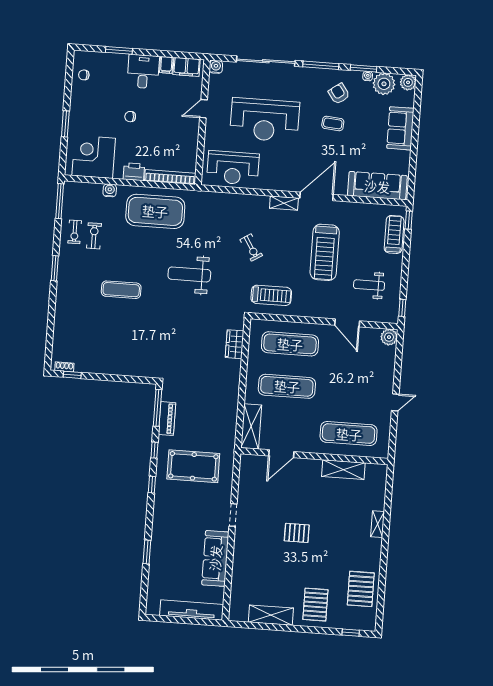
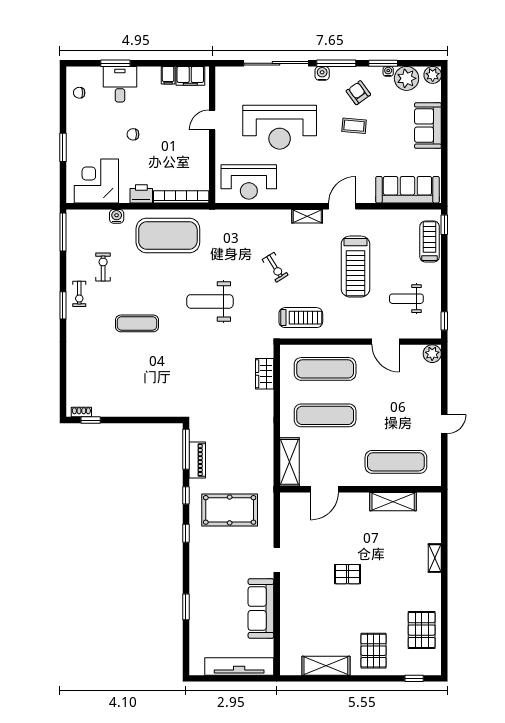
water cooler: (216, 67) -> (322, 73), moved
desk: (143, 72) -> (120, 84), moved
door: (316, 196) -> (342, 206), width x0.73
exercise bike: (75, 232) -> (79, 294), moved

